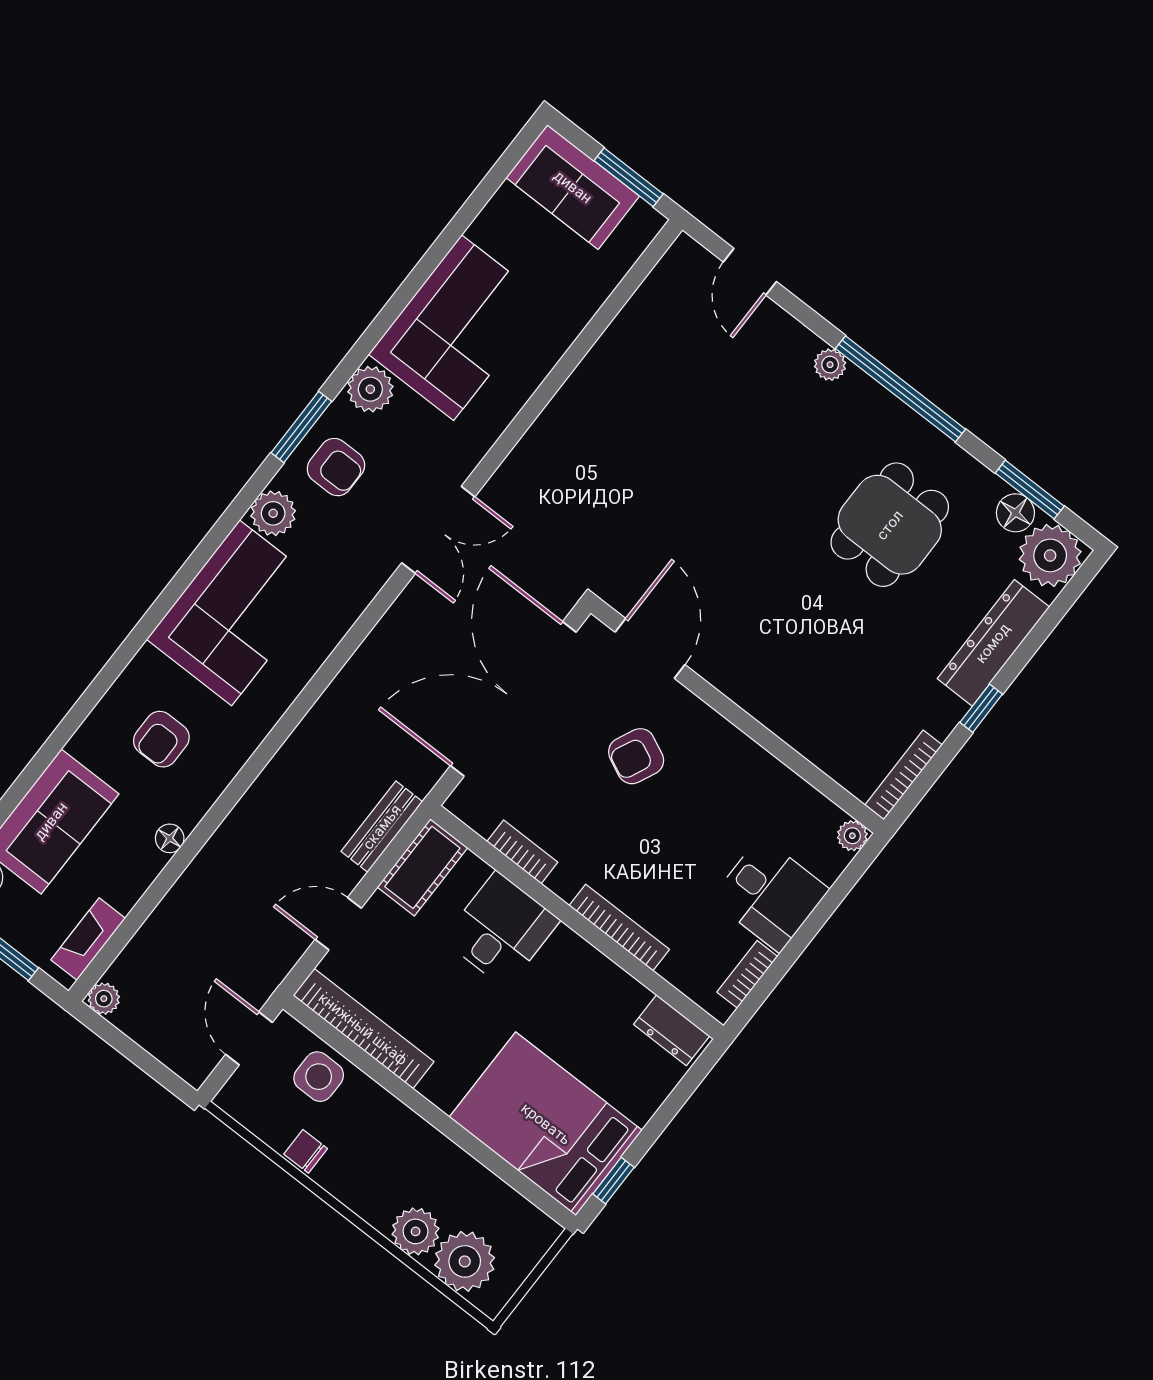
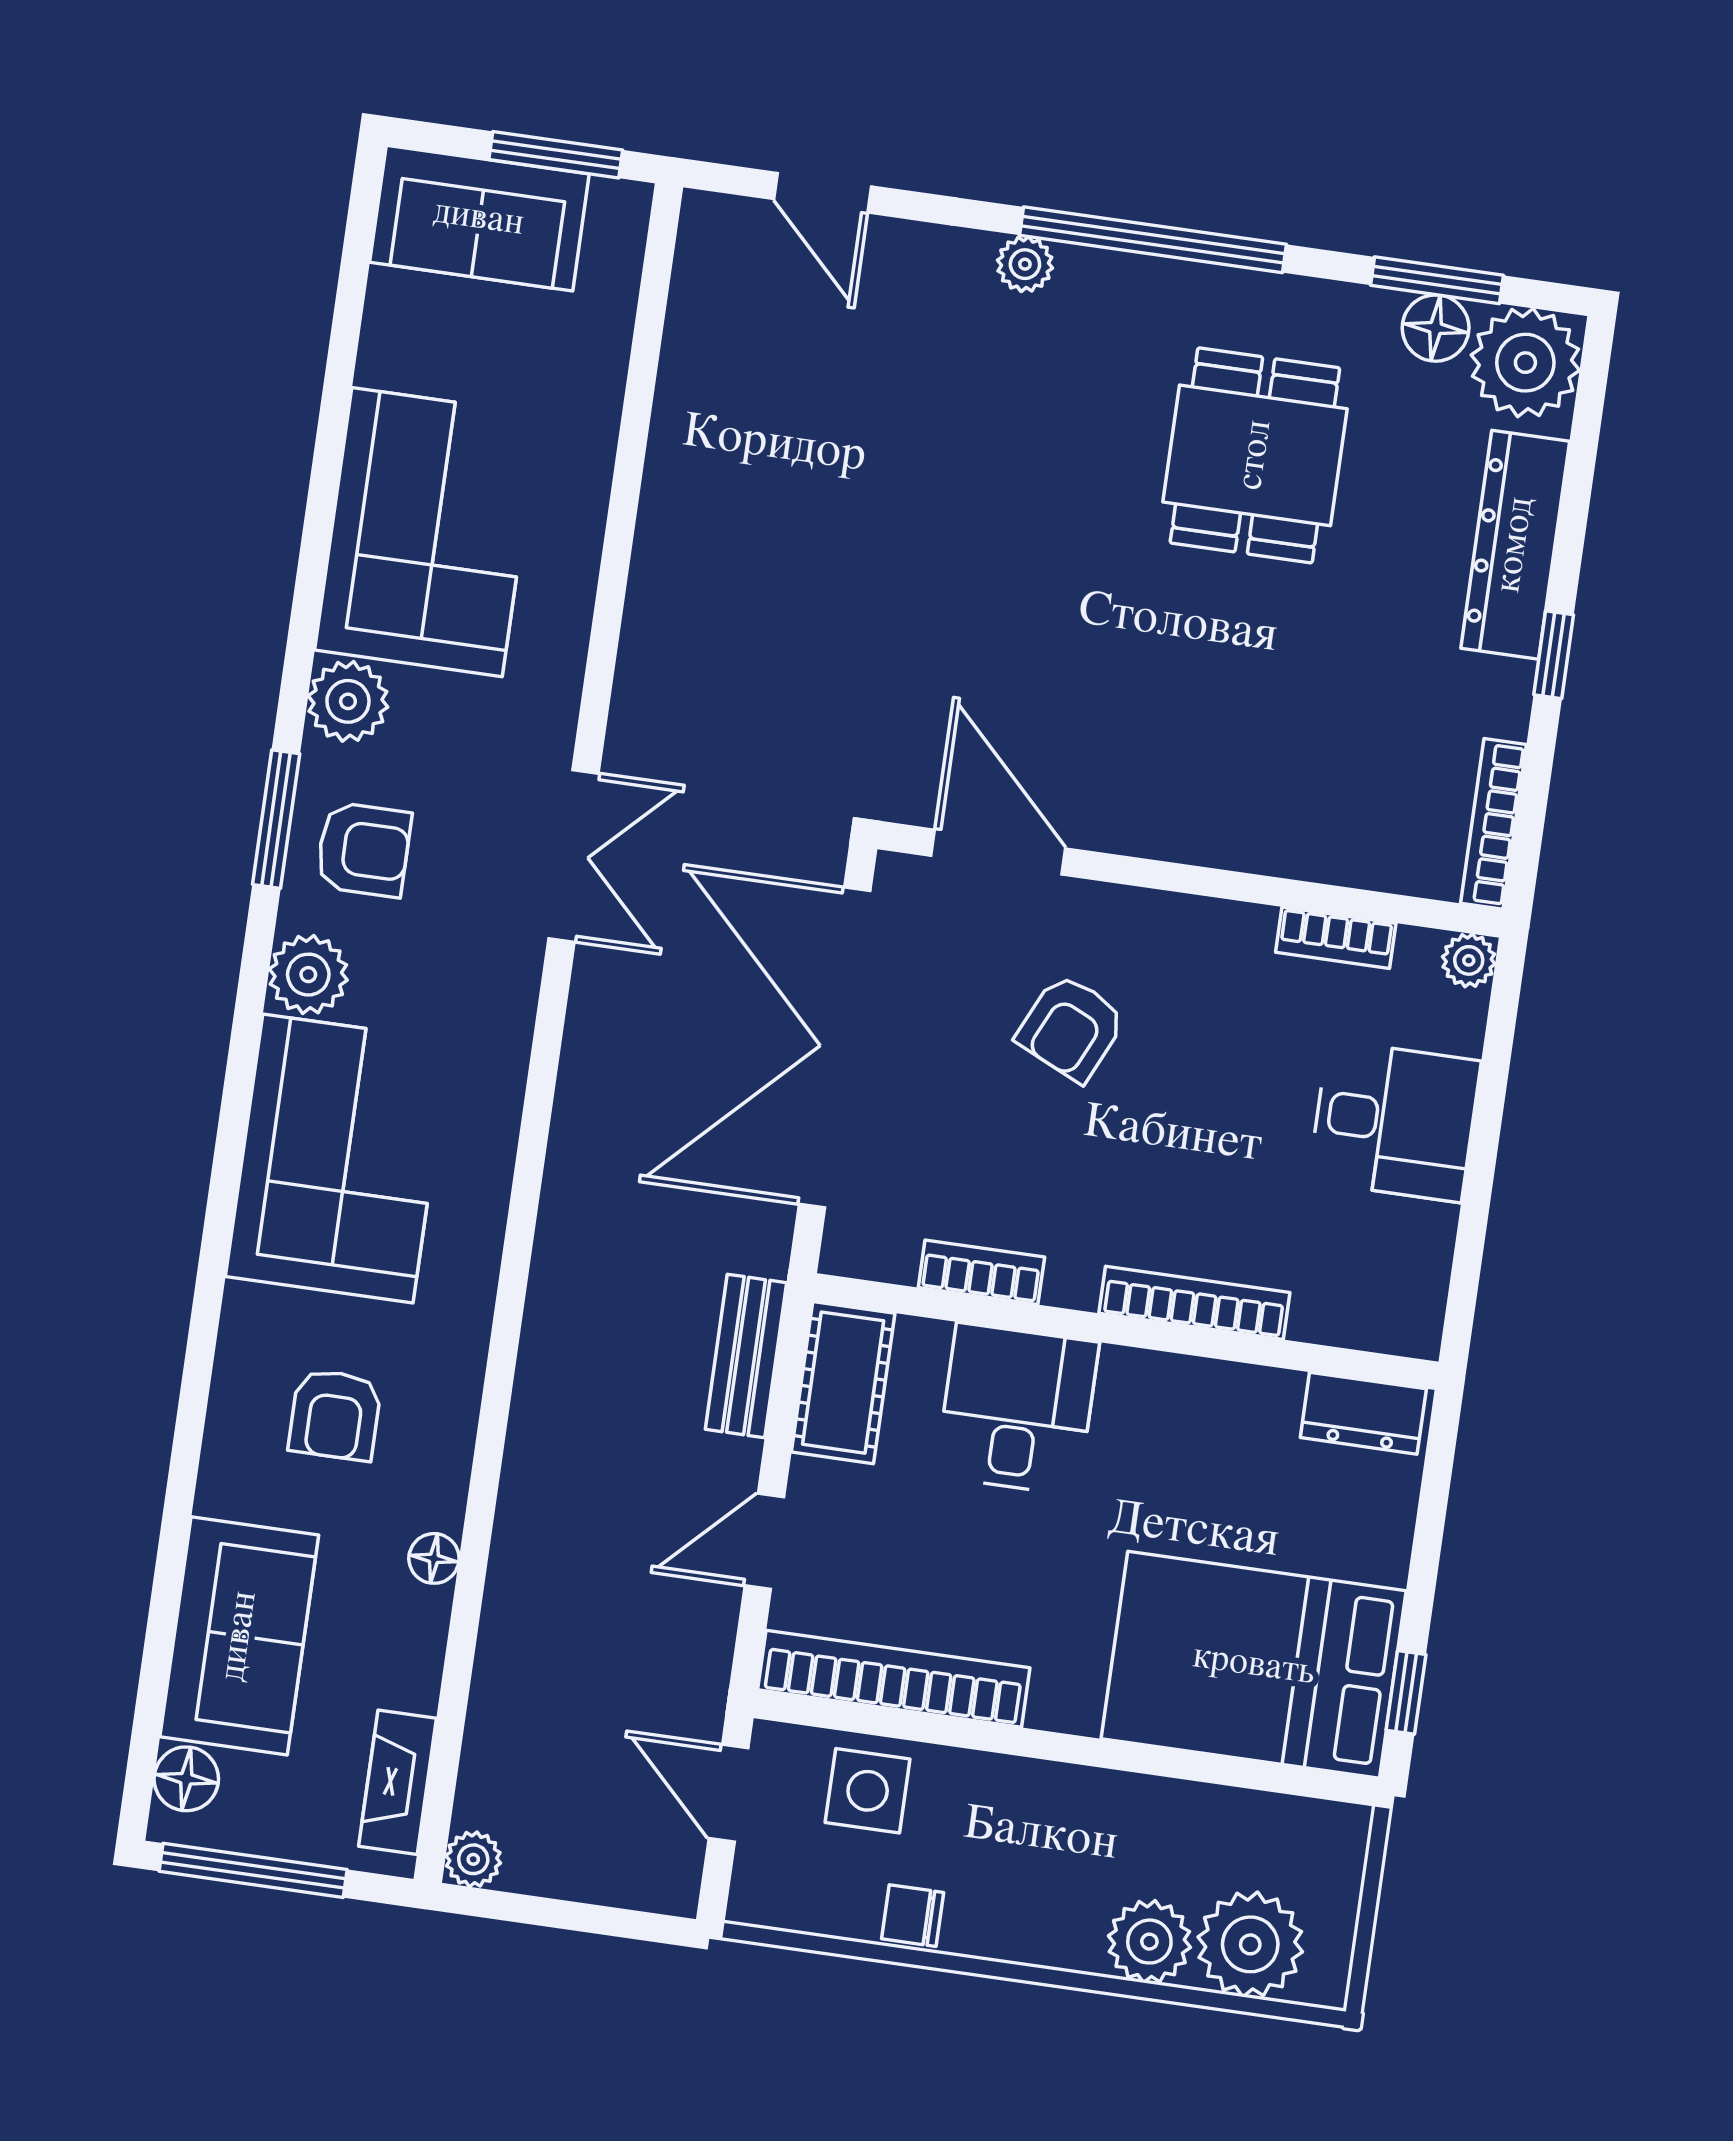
bookcase: (747, 974) -> (1336, 938), moved, turned -90

